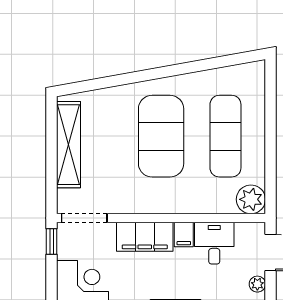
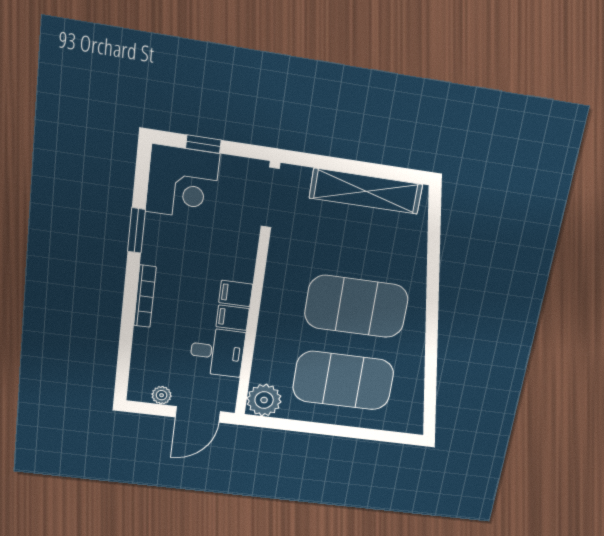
exercise mat: (225, 136) -> (343, 381), width x1.47
filing cabinet: (145, 237) -> (236, 293), width x0.33, depth x0.86
window: (52, 241) -> (203, 144), moved

